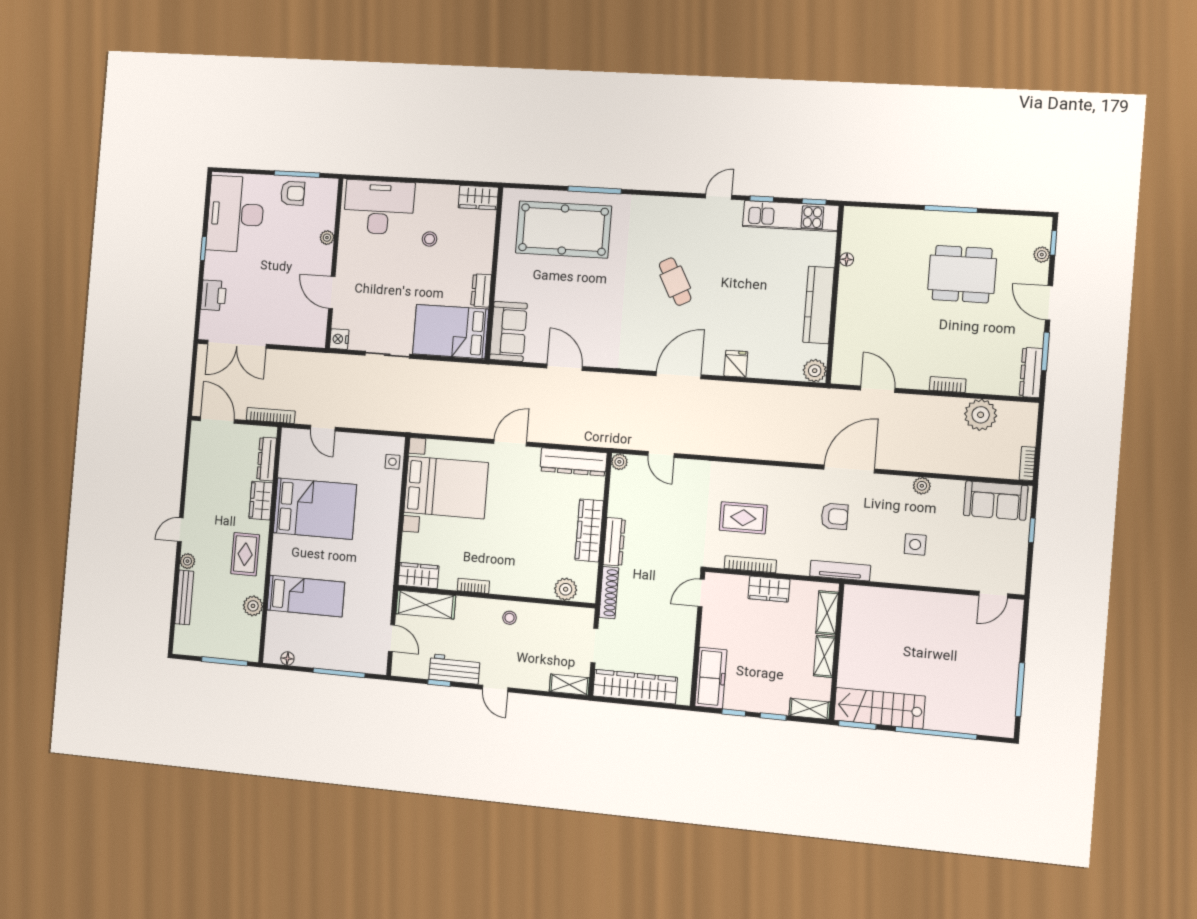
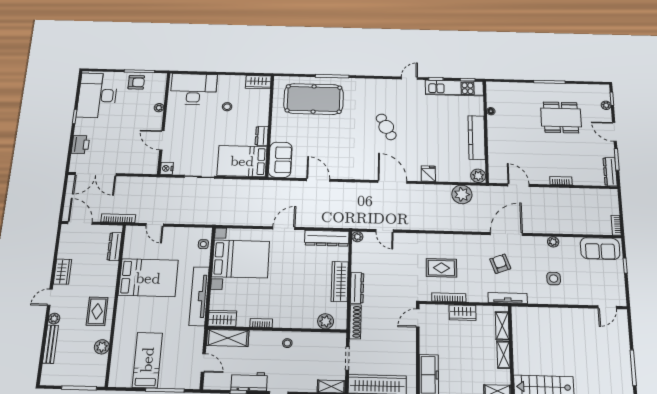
door: (679, 375) -> (392, 182), hinge flipped
plant: (981, 415) -> (462, 194), moved
wardrobe: (261, 501) -> (63, 272), moved, turned 180
armchair: (835, 516) -> (500, 264), turned -110
tv unit: (386, 540) -> (199, 296), added
bed: (306, 596) -> (147, 360), moved, turned -90
floor lamp: (287, 658) -> (127, 383), removed

